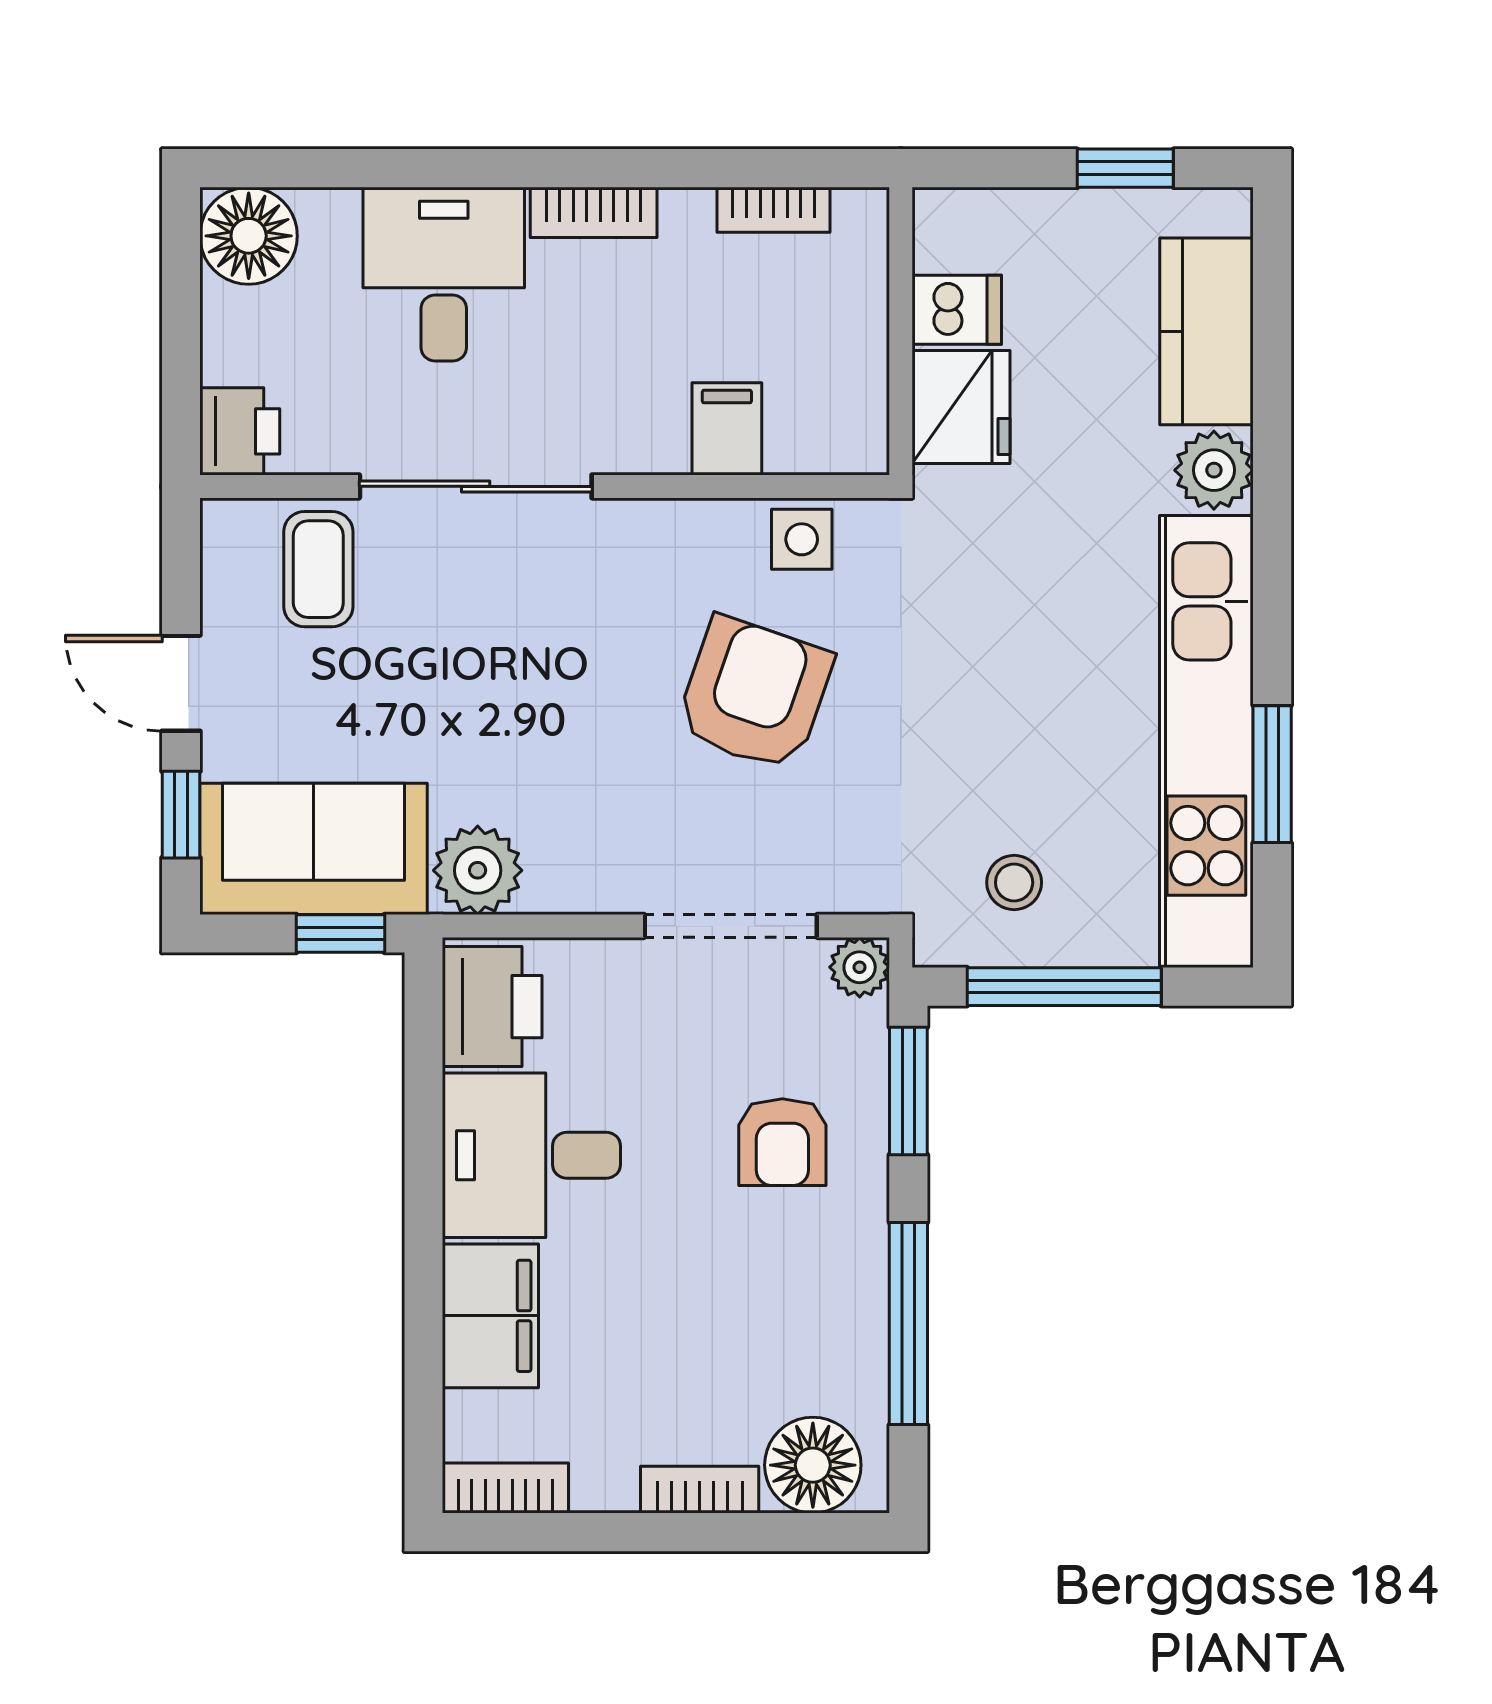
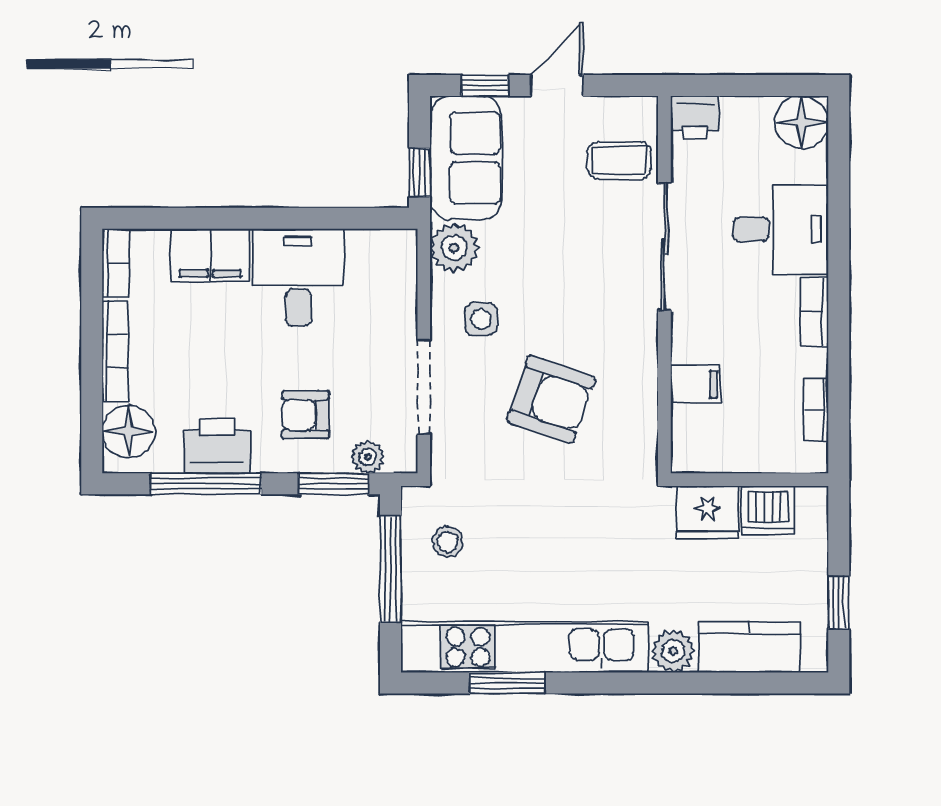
dishwasher: (957, 310) -> (768, 510), width x1.38
side table: (802, 539) -> (481, 319), moved
plant: (860, 967) -> (368, 457), moved
printer: (492, 1007) -> (217, 446), moved, turned 180
bookcase: (700, 1490) -> (115, 351), width x1.56

